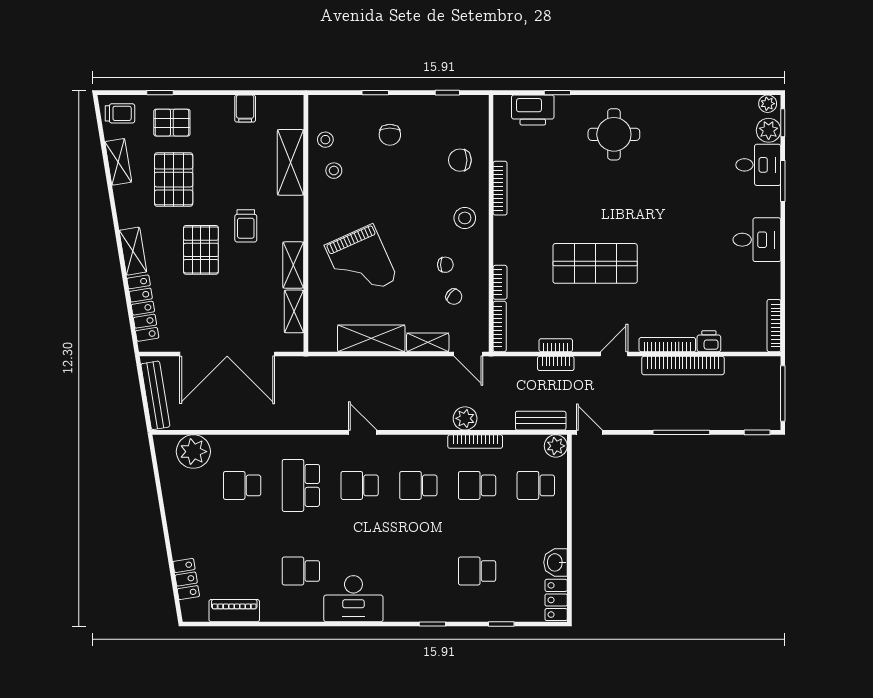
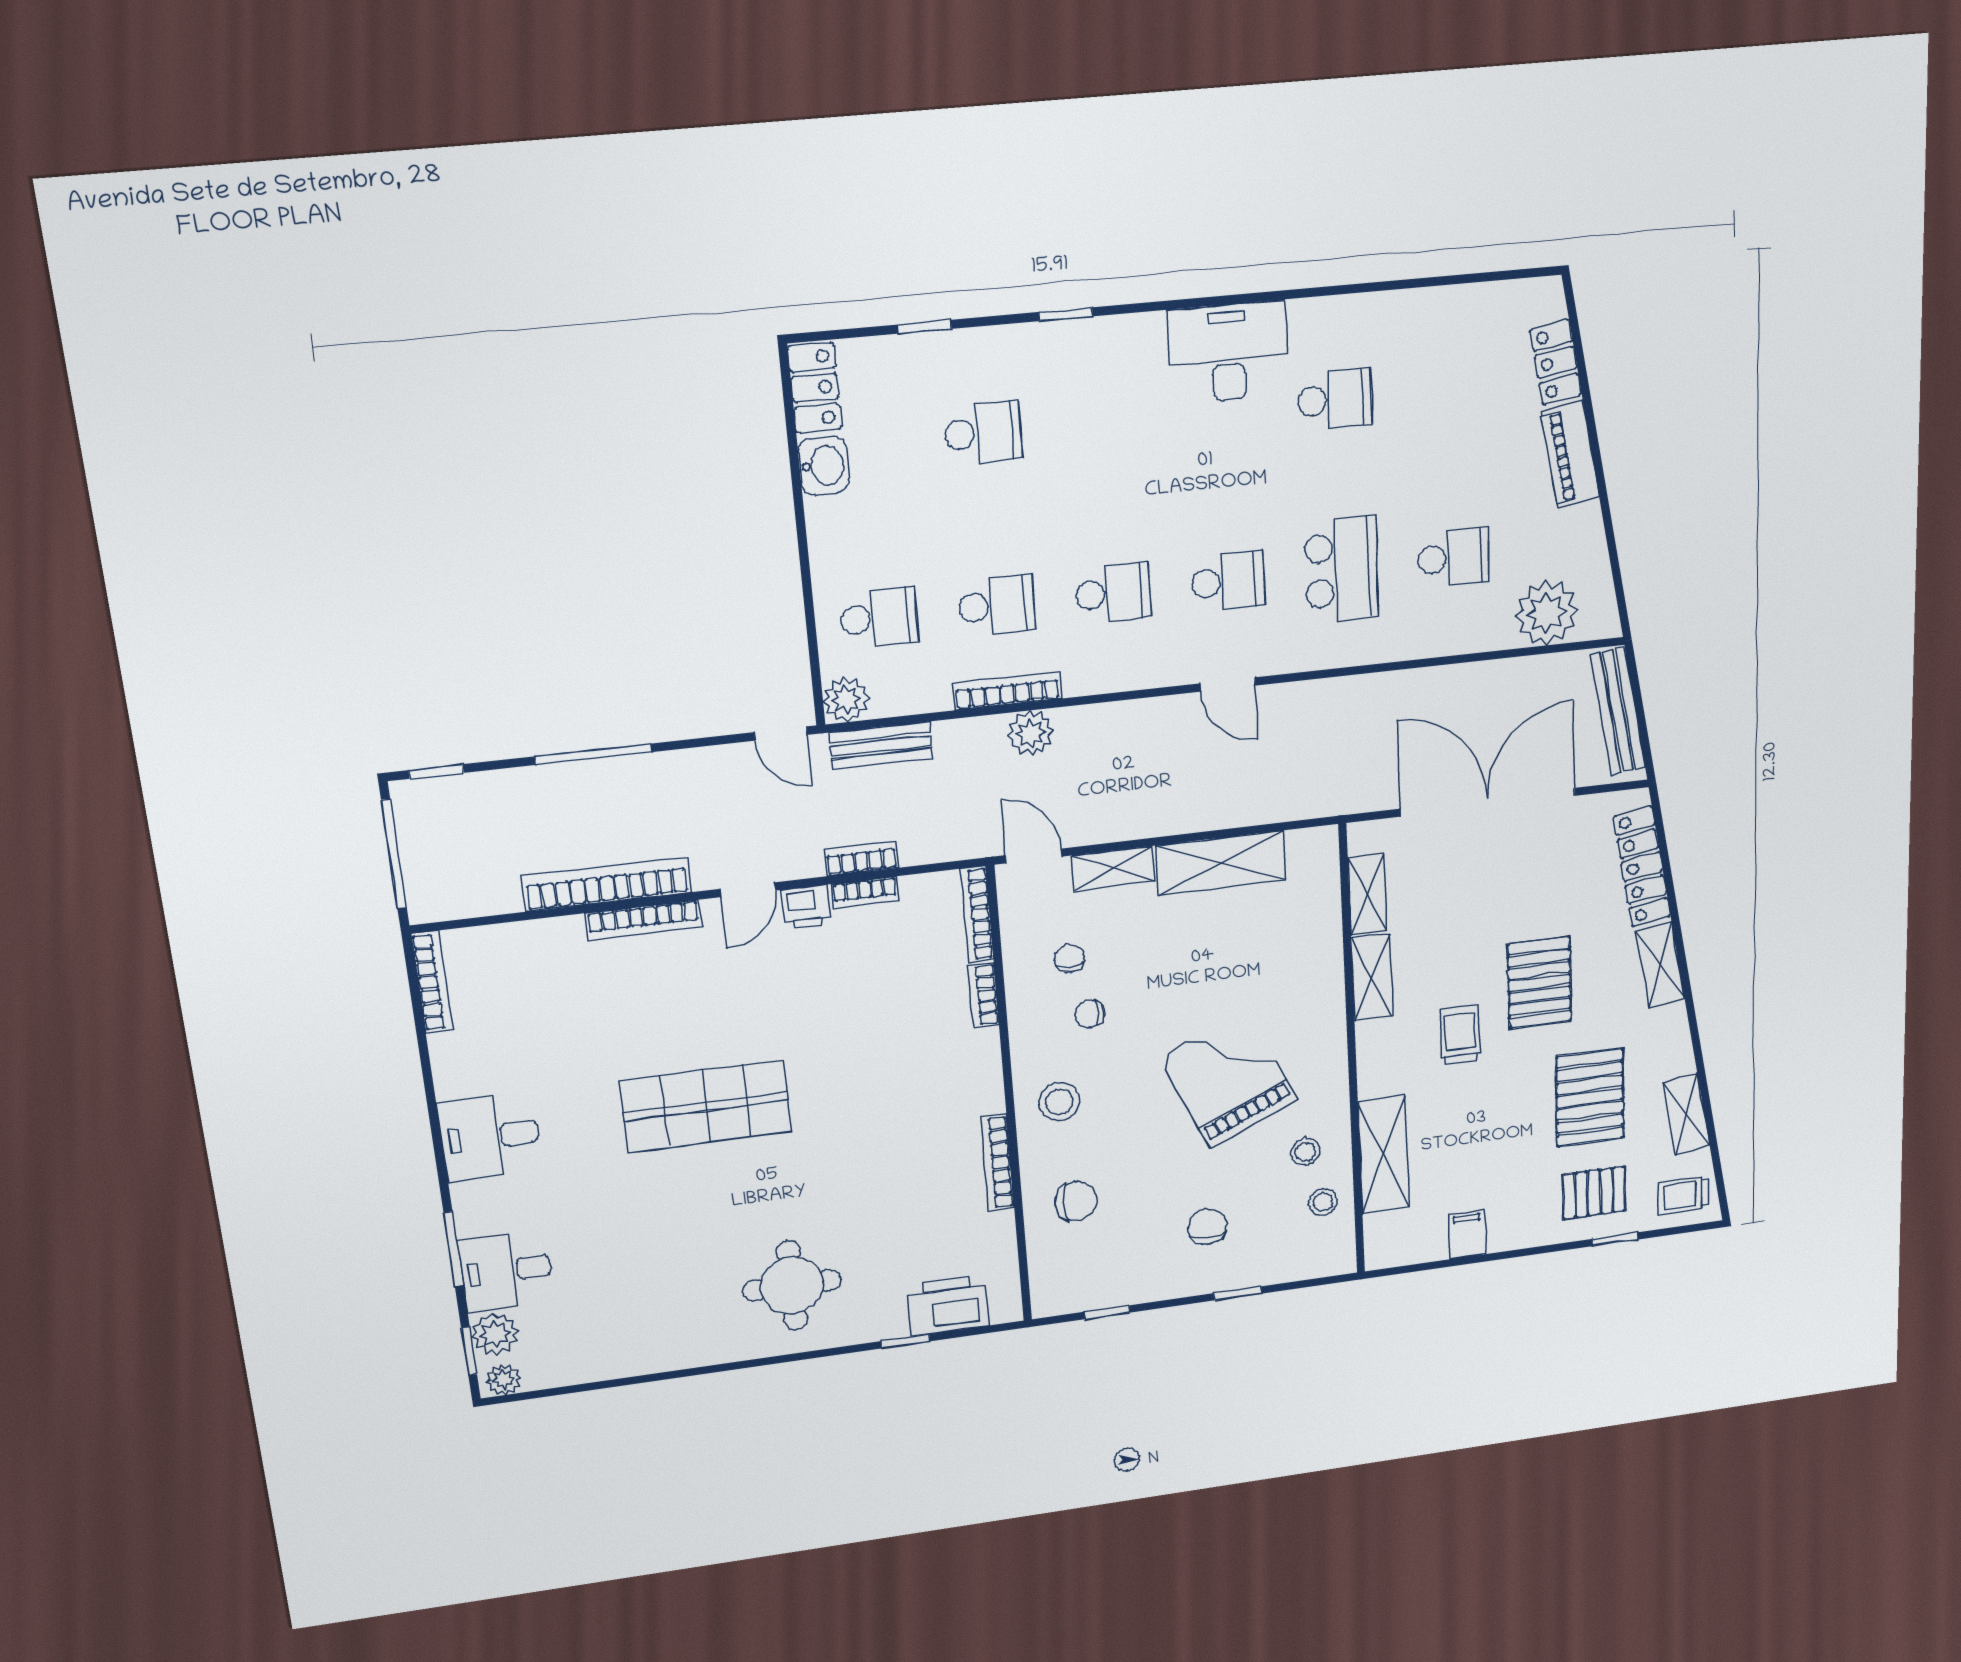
grand piano: (361, 262) -> (1228, 1078), moved
shop shelf: (595, 263) -> (706, 1107), moved
chair: (454, 297) -> (1069, 958), turned 51
printer: (709, 341) -> (806, 907), moved
piano: (234, 611) -> (1570, 455), moved, turned 81

